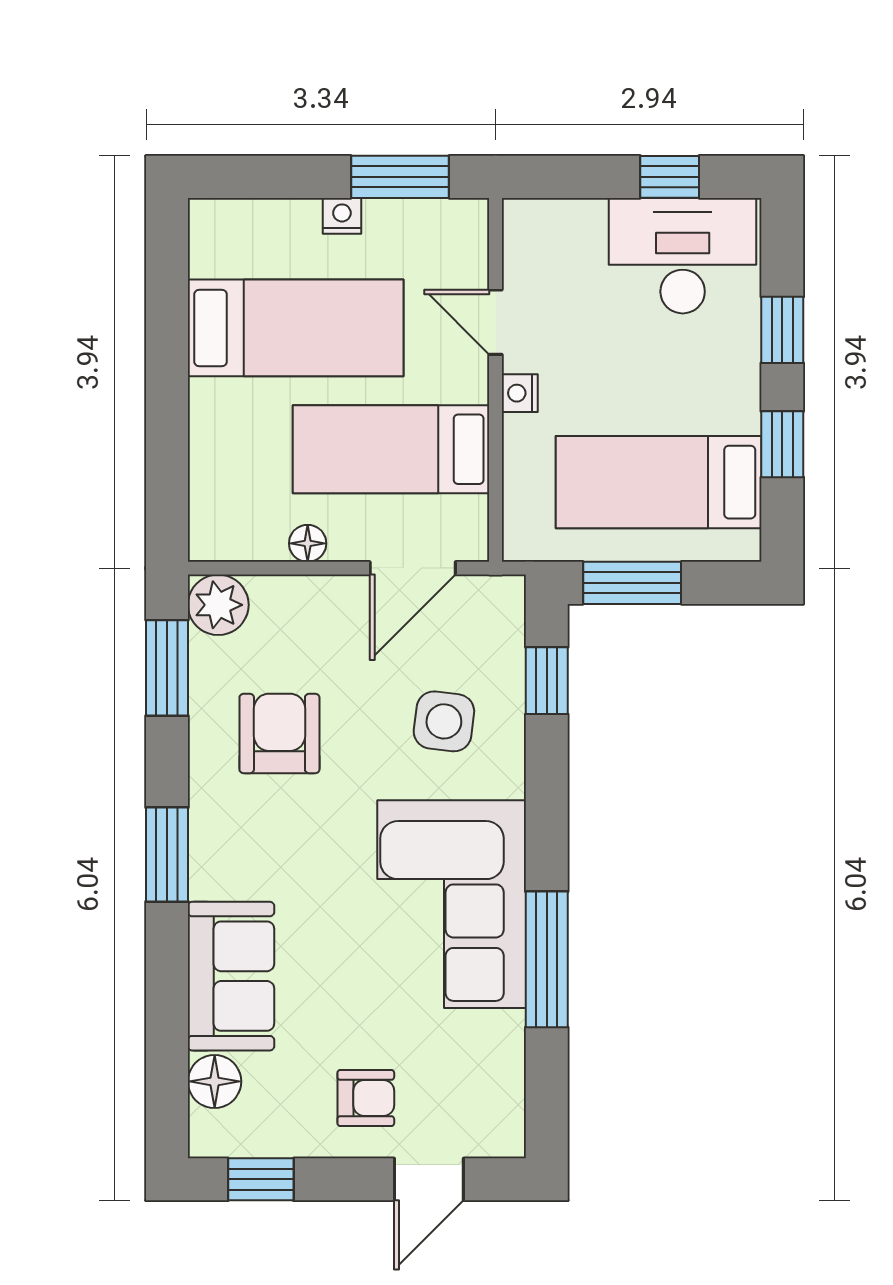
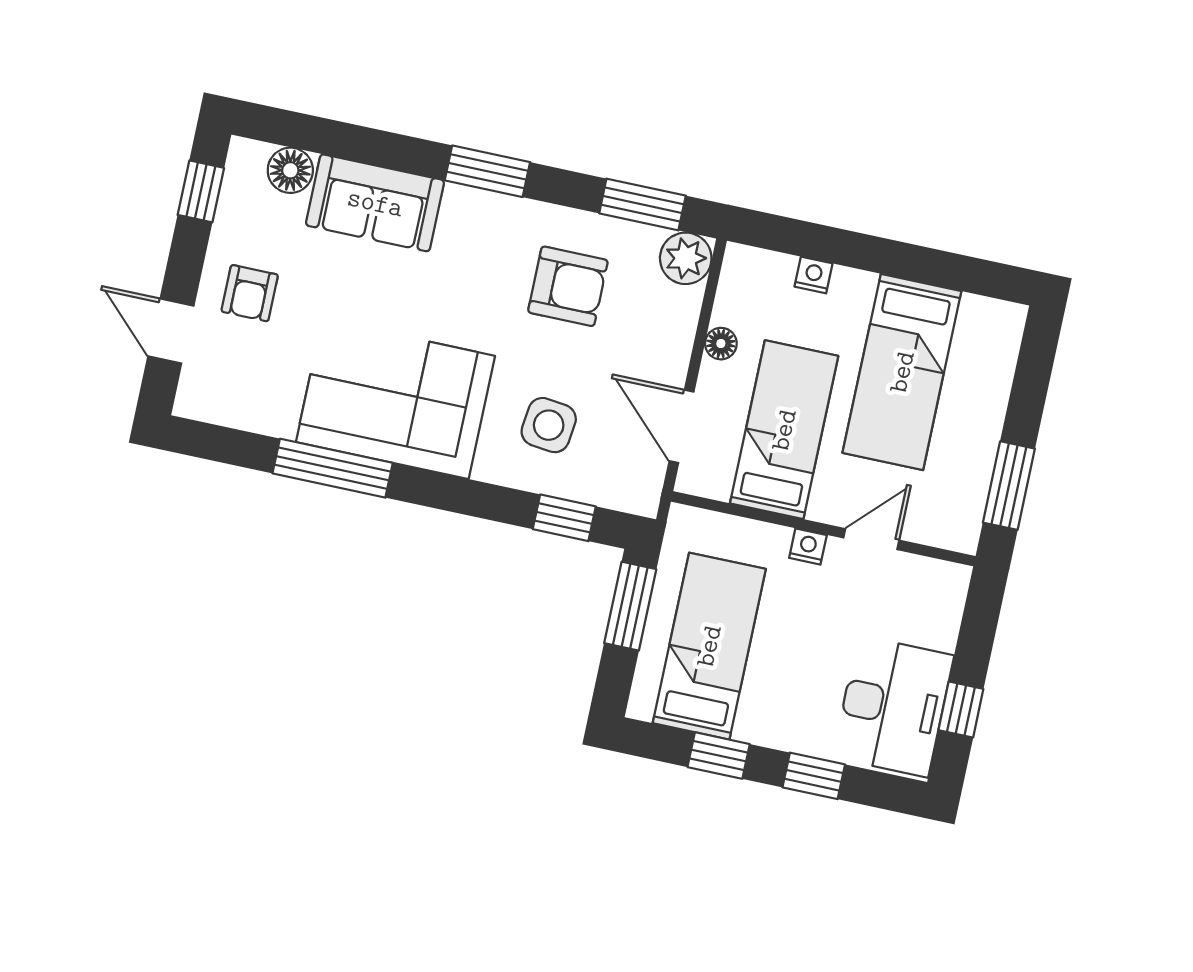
nightstand: (342, 216) -> (813, 275), moved, turned -90

